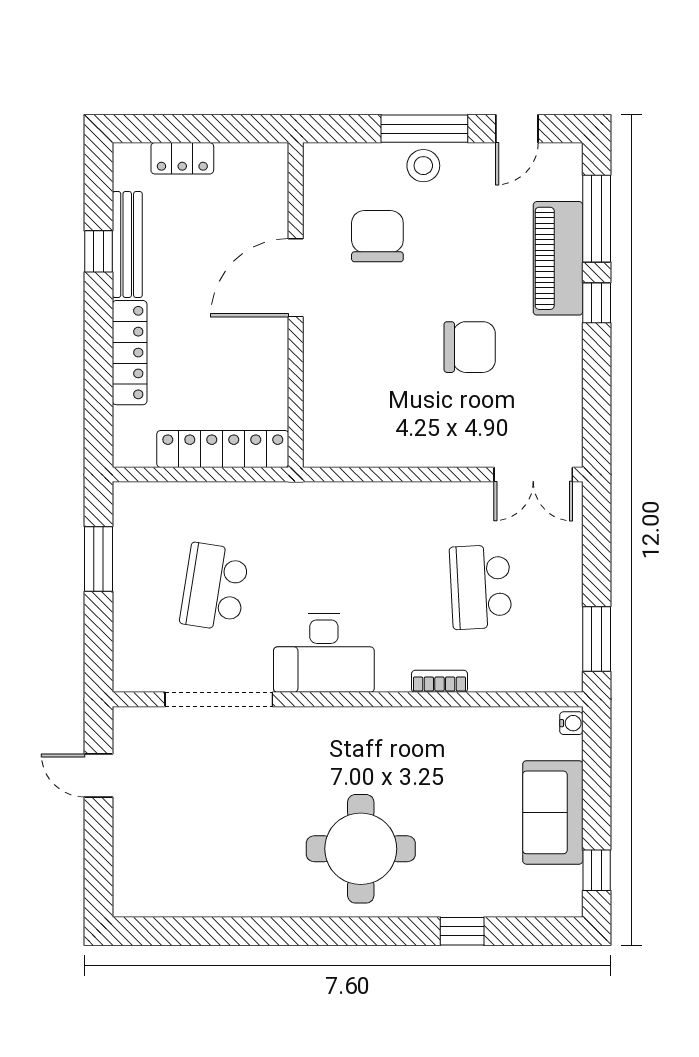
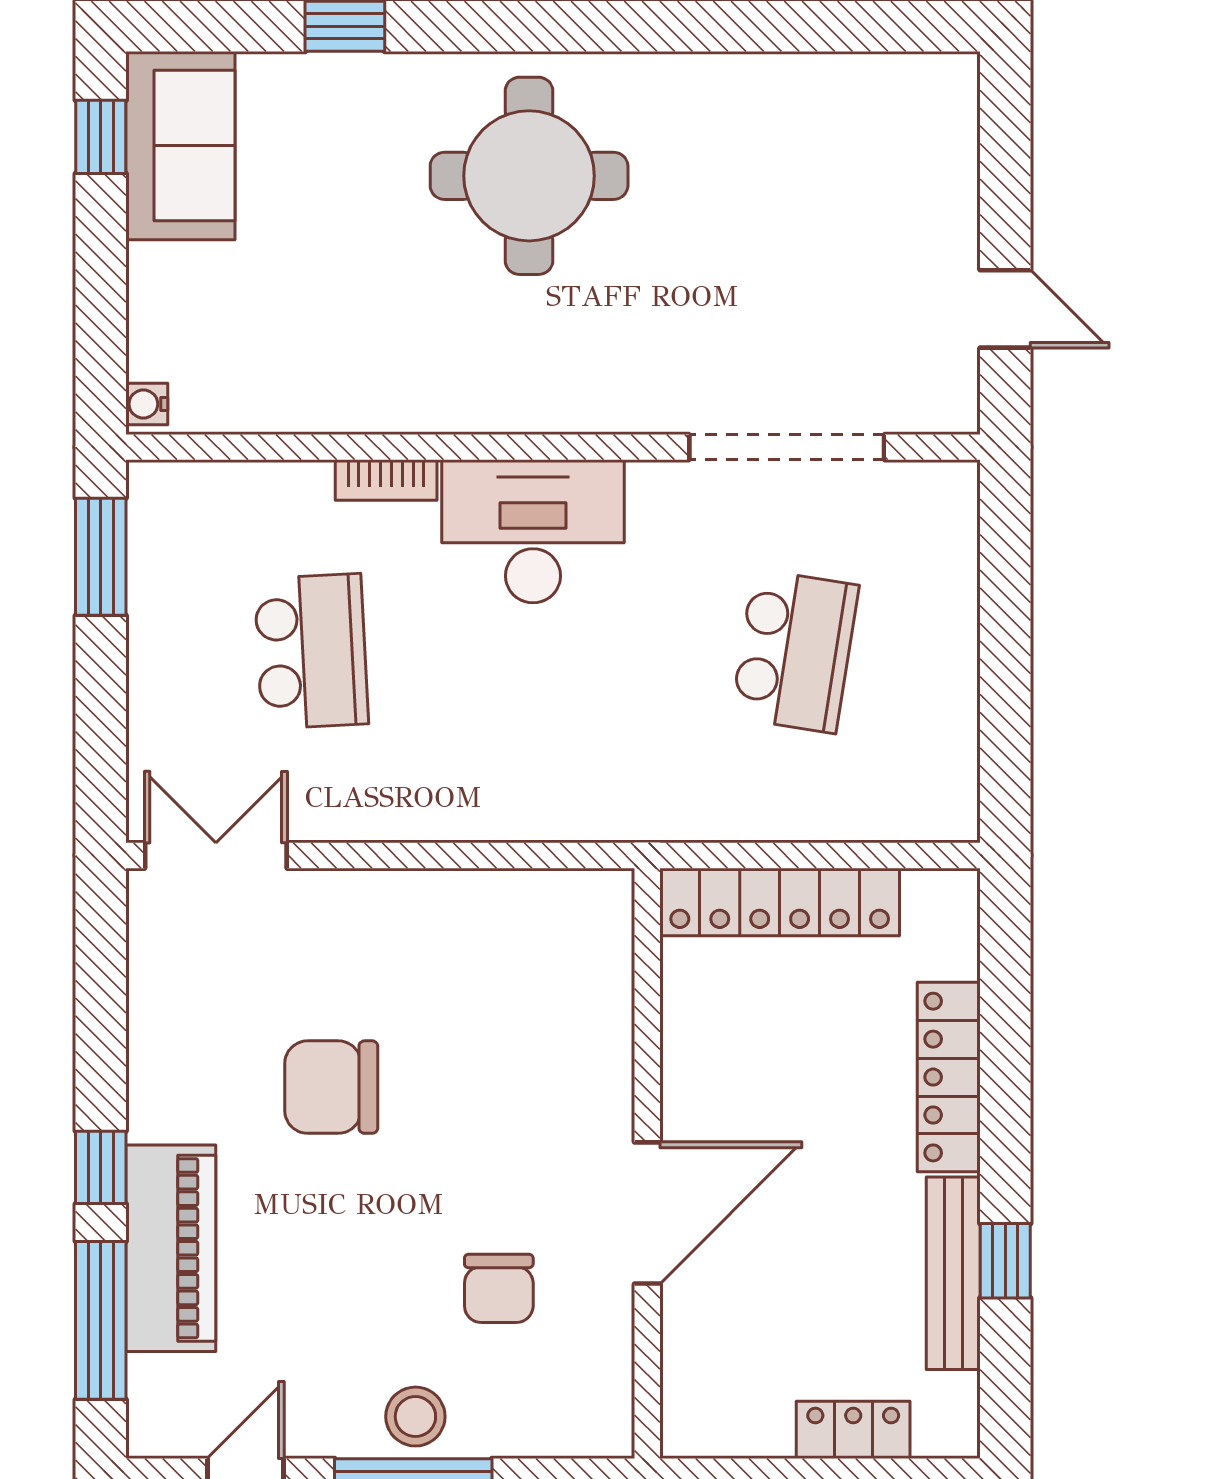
chair: (377, 236) -> (499, 1288), width x0.73, depth x0.73
window: (98, 559) -> (1005, 702), removed
desk: (324, 653) -> (533, 531), moved
sofa: (553, 812) -> (180, 146), moved

